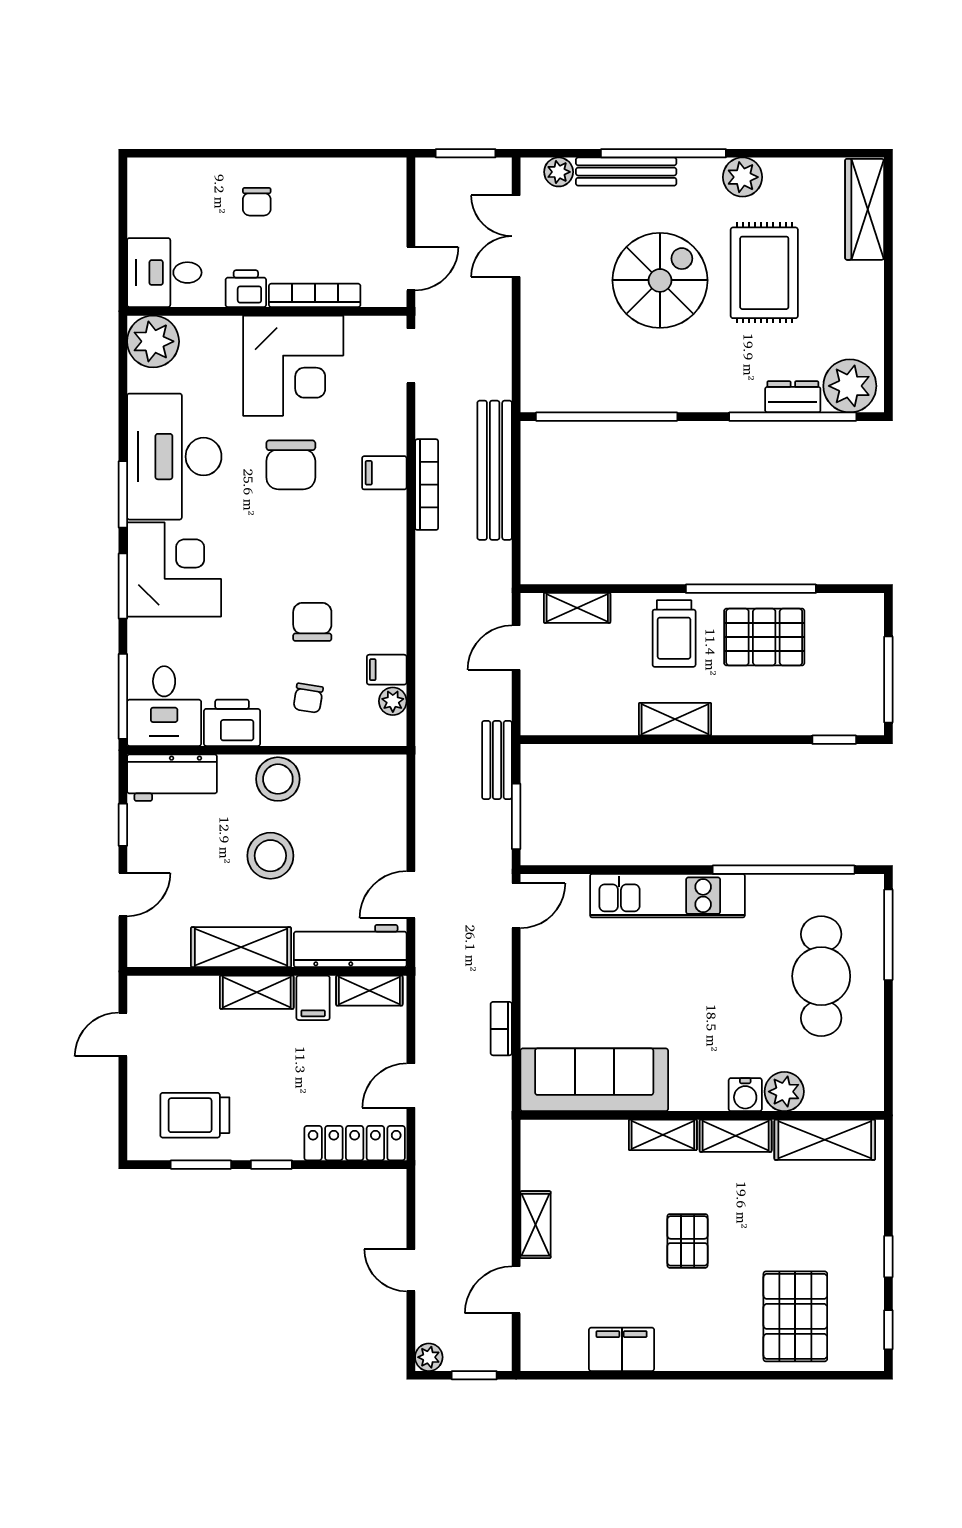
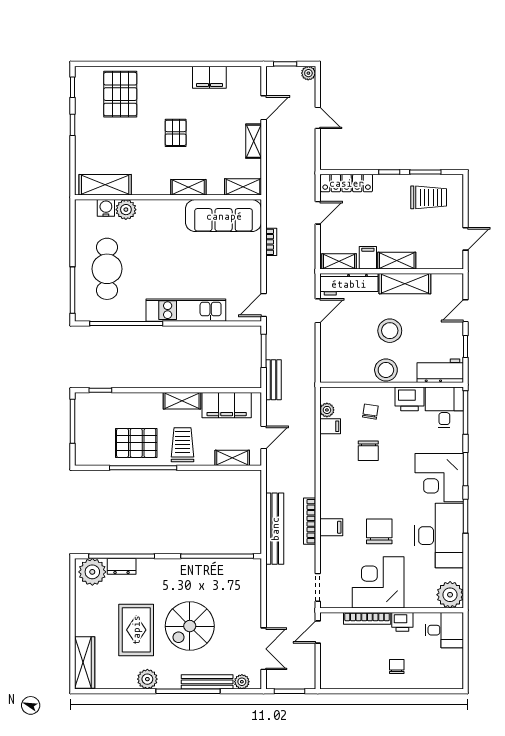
filing cabinet: (588, 711) -> (227, 405), added
water cooler: (745, 1095) -> (106, 208), moved
shelving: (736, 1136) -> (243, 187), moved

